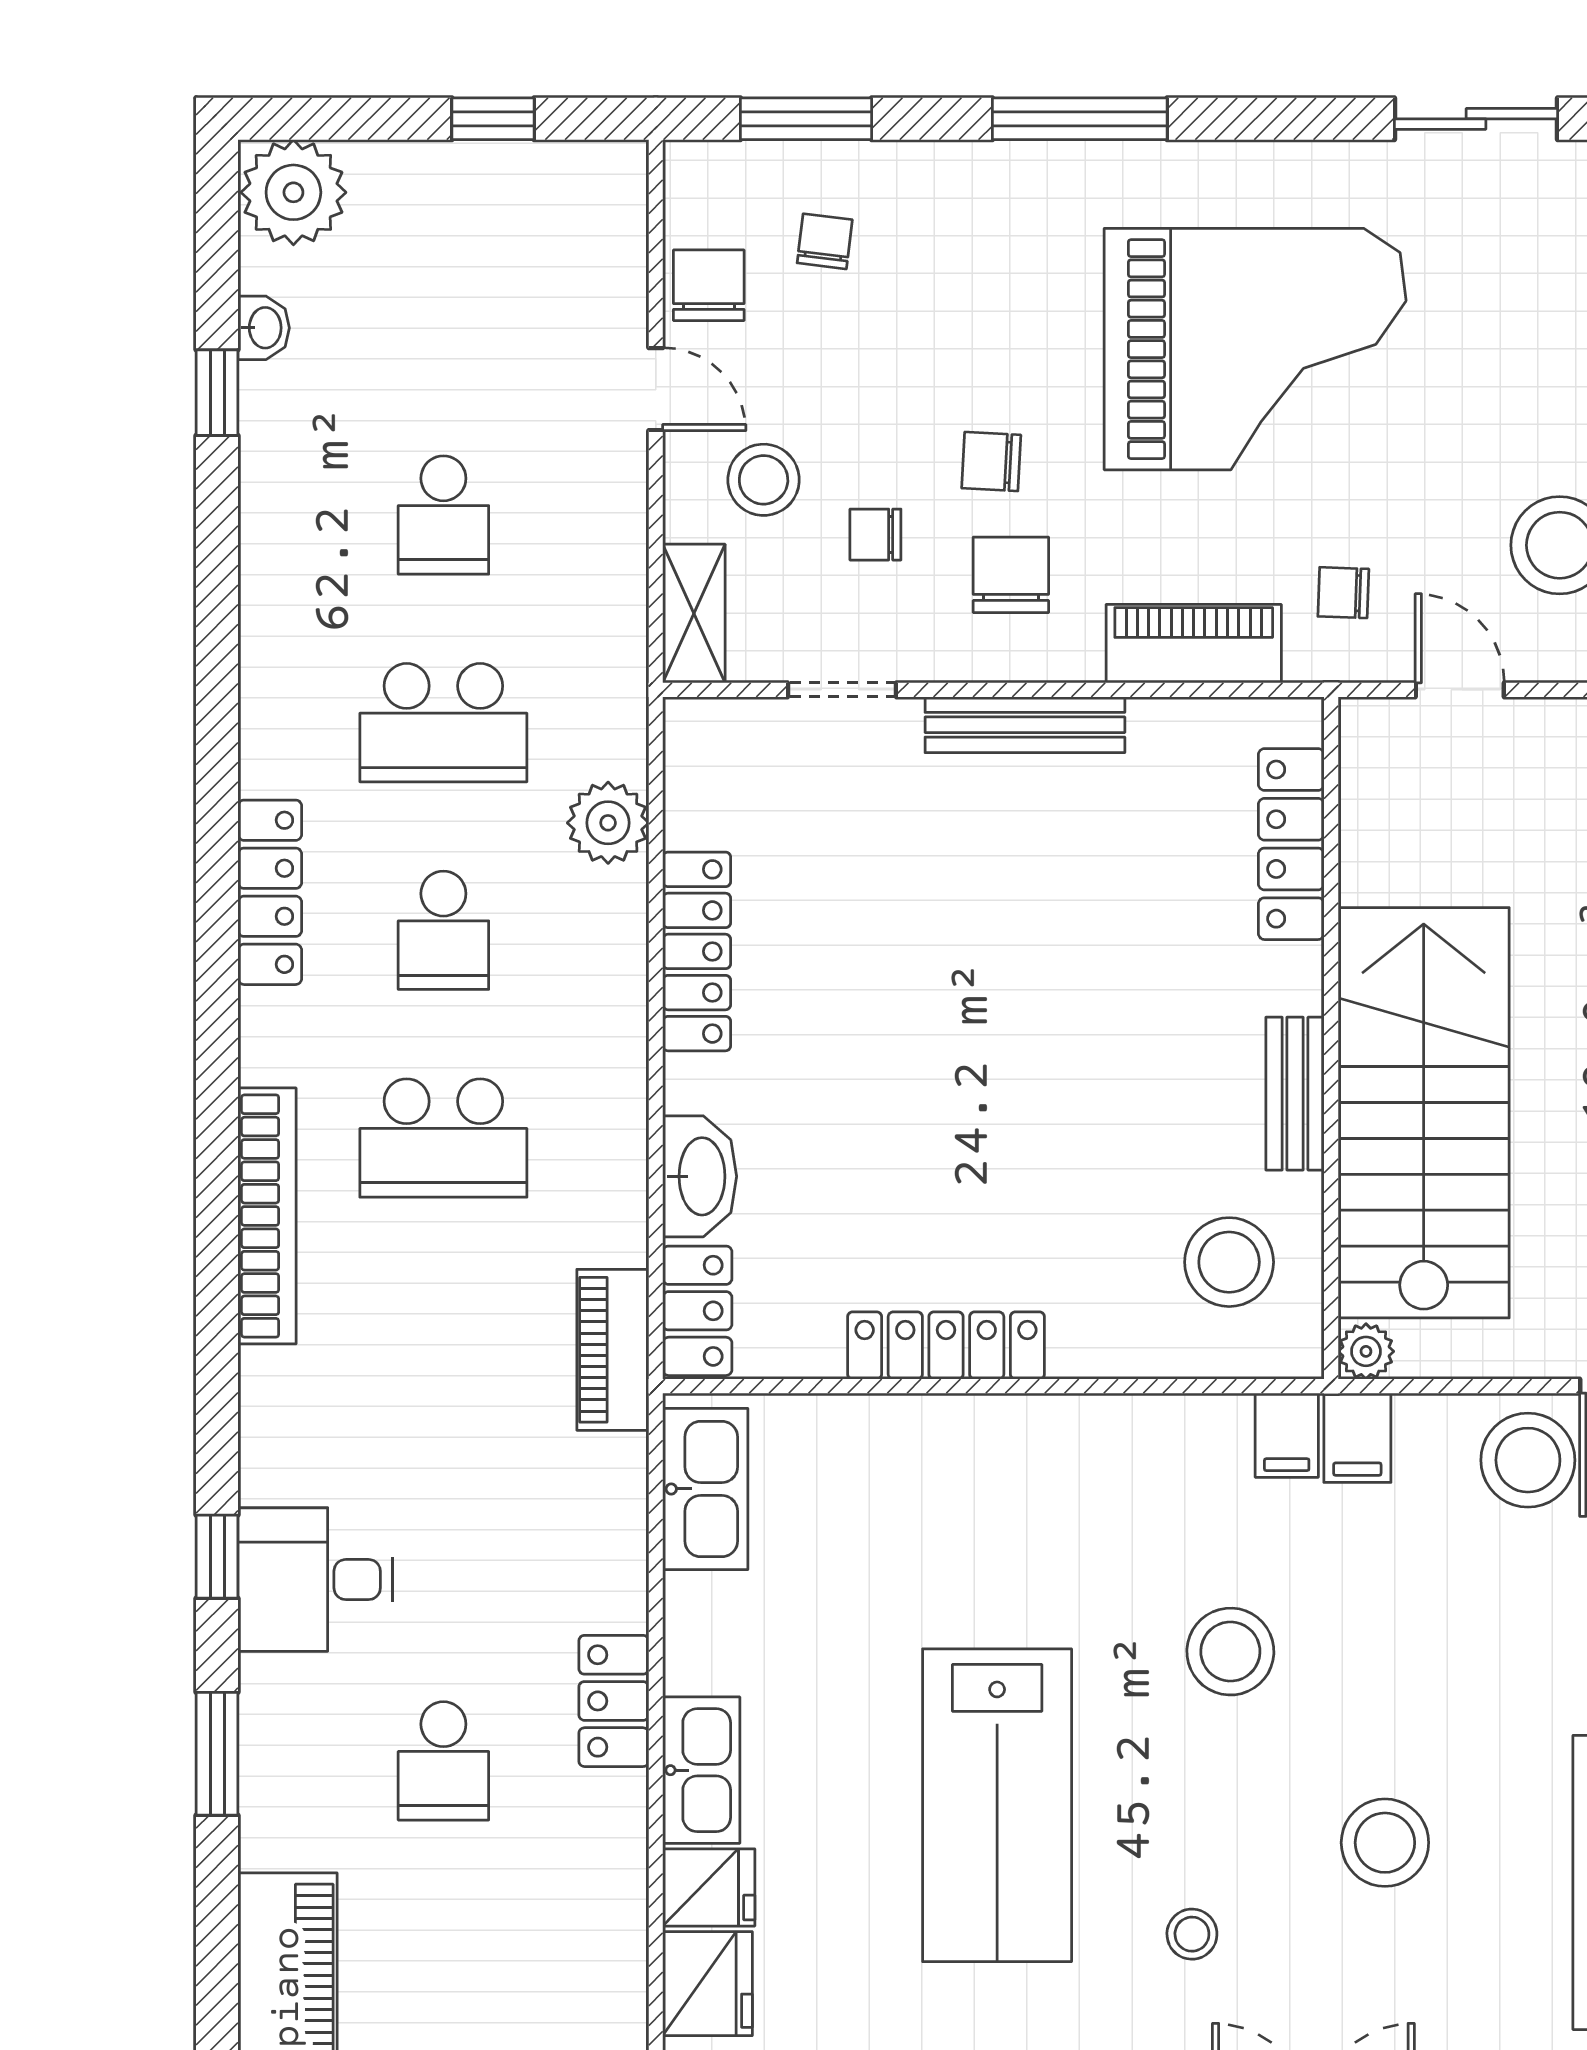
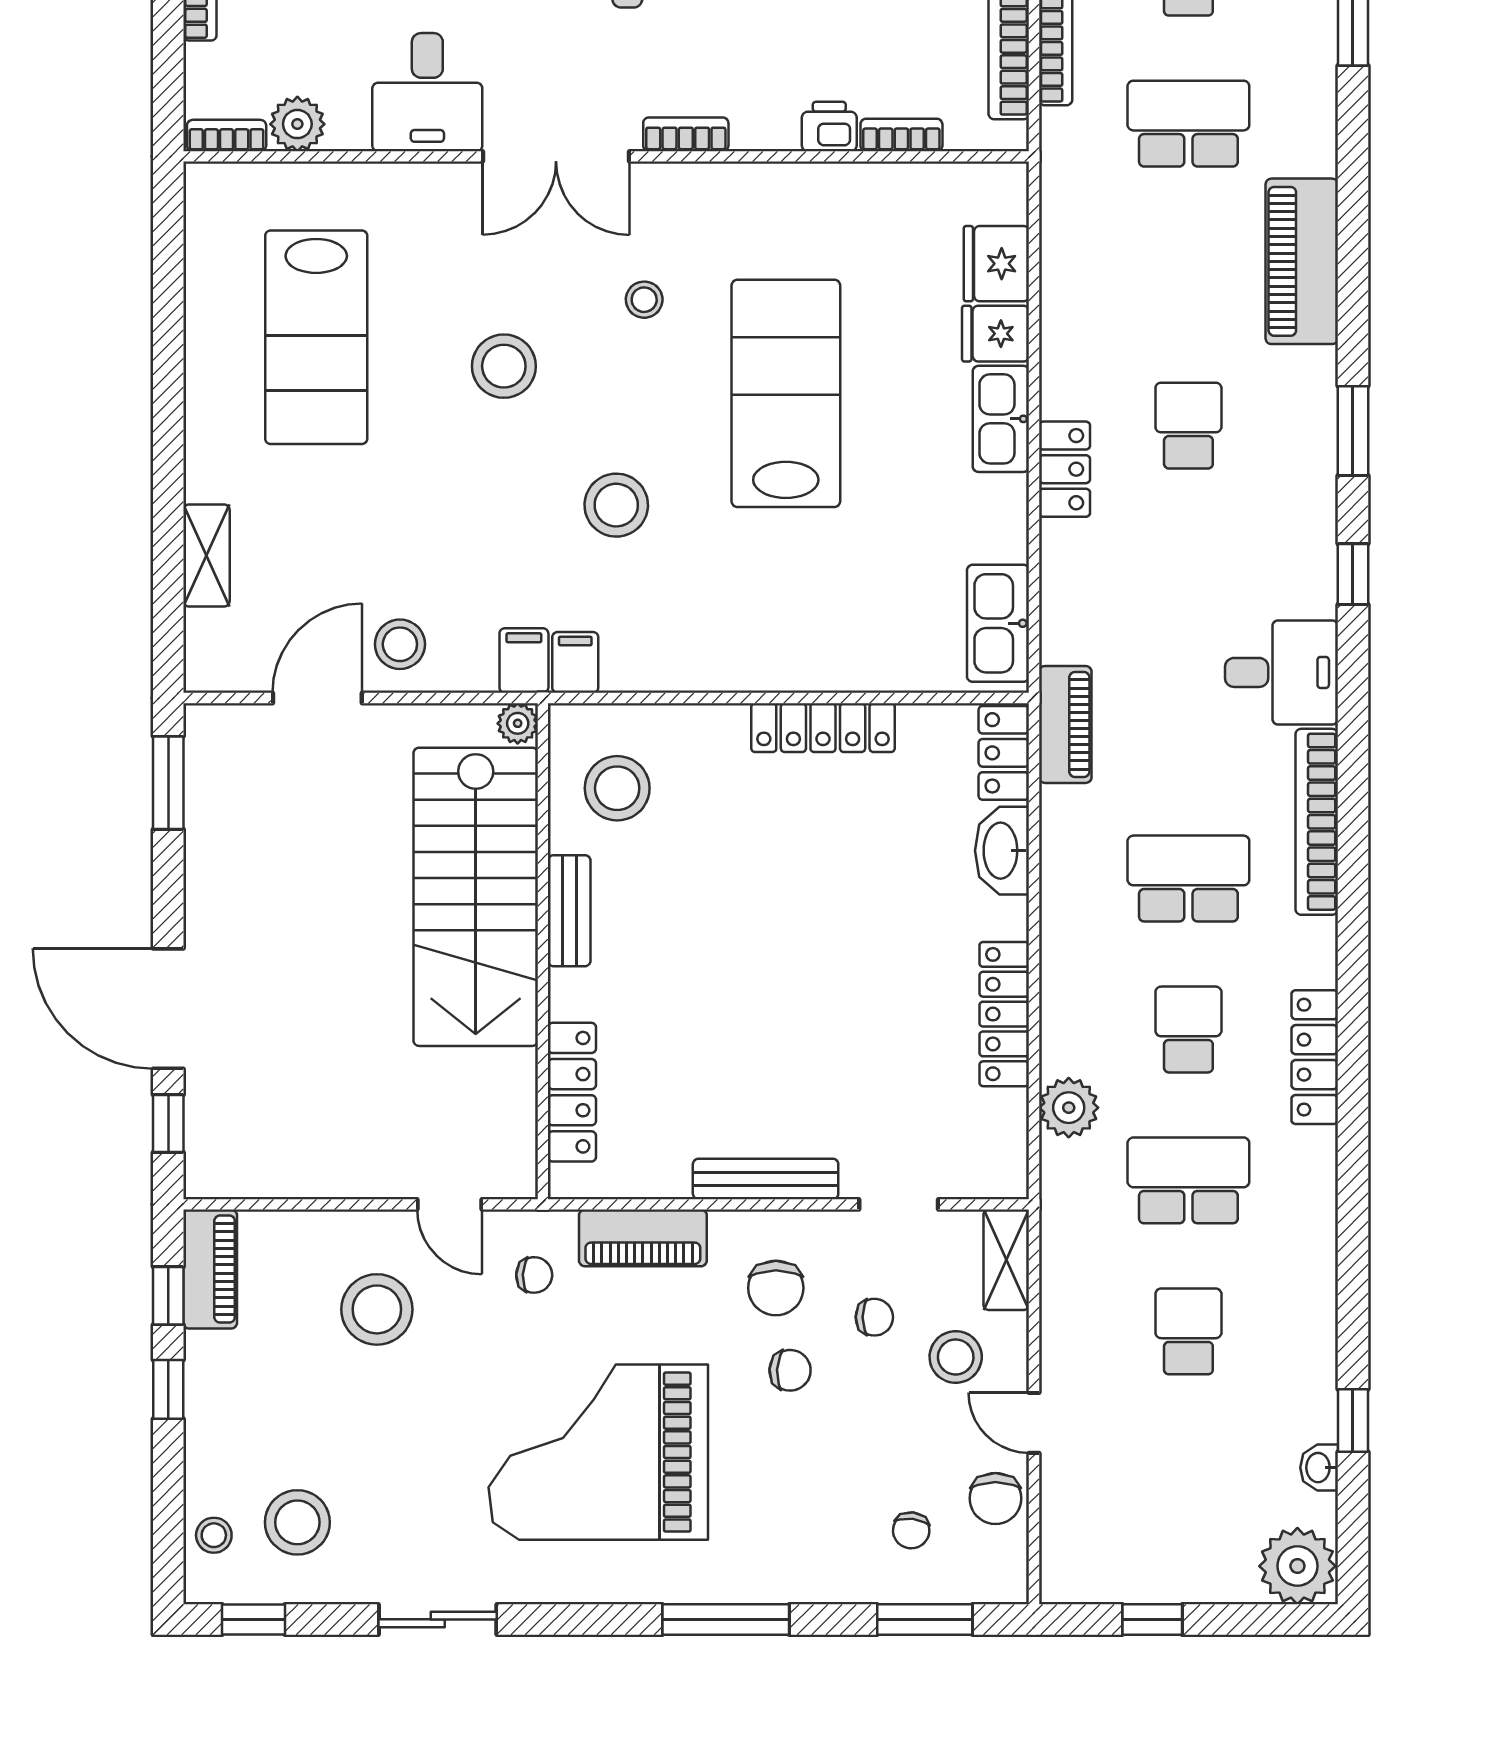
stool: (1528, 1460) -> (400, 644), width x0.73, depth x0.73
desk: (315, 1580) -> (1282, 672), moved

